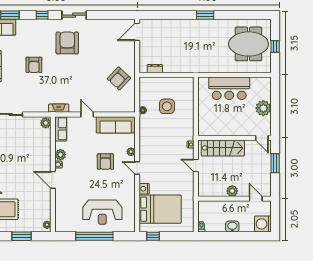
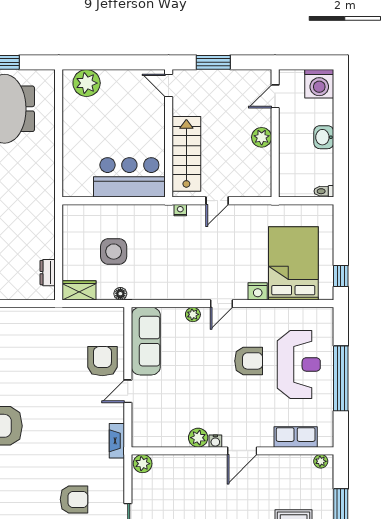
armchair: (34, 65) -> (74, 499), moved
armchair: (119, 78) -> (102, 361), moved, turned -133
wardrobe: (145, 87) -> (79, 290), added
bar counter: (229, 88) -> (129, 177), moved, turned -90
plant: (263, 108) -> (87, 83), moved
row of seats: (61, 129) -> (296, 437), moved
door: (262, 138) -> (169, 86), swing flipped
armchair: (105, 162) -> (249, 361), moved

